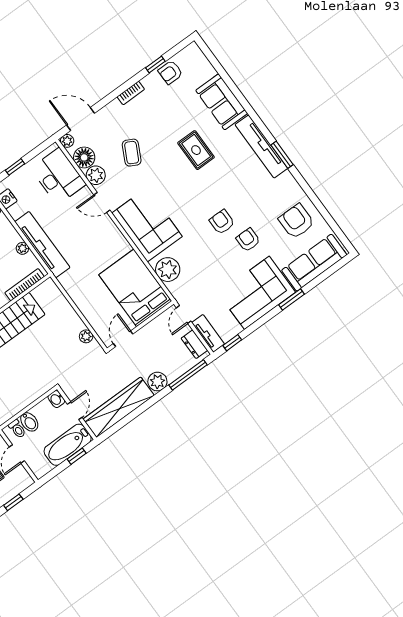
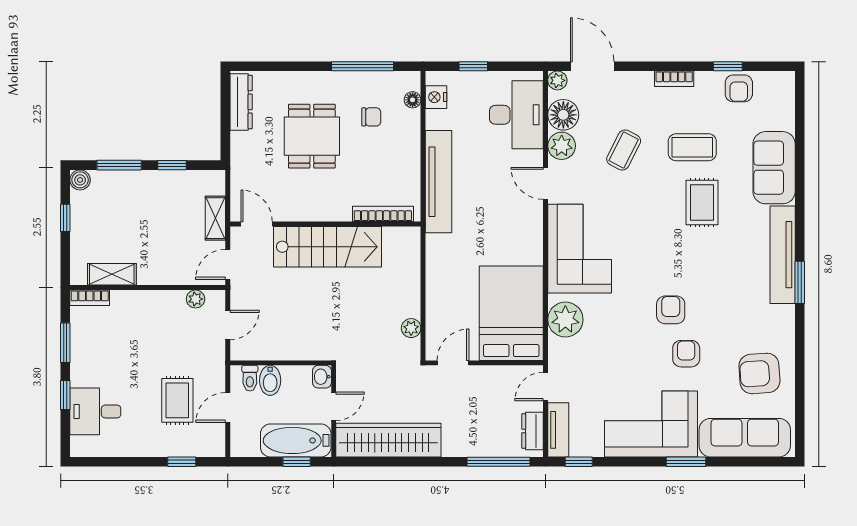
armchair: (170, 72) -> (739, 88), turned -90
coffee table: (168, 123) -> (692, 147), added
armchair: (296, 221) -> (759, 373), turned -94
plant: (22, 248) -> (412, 169), removed
plant: (157, 382) -> (457, 443), removed

